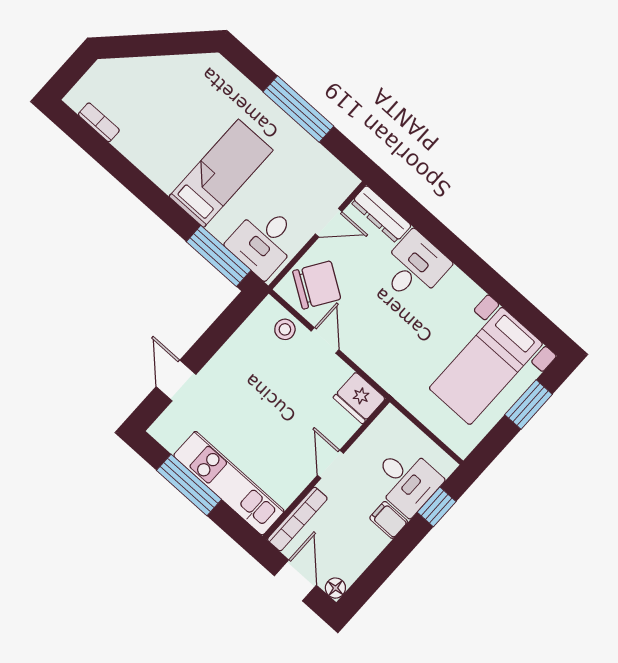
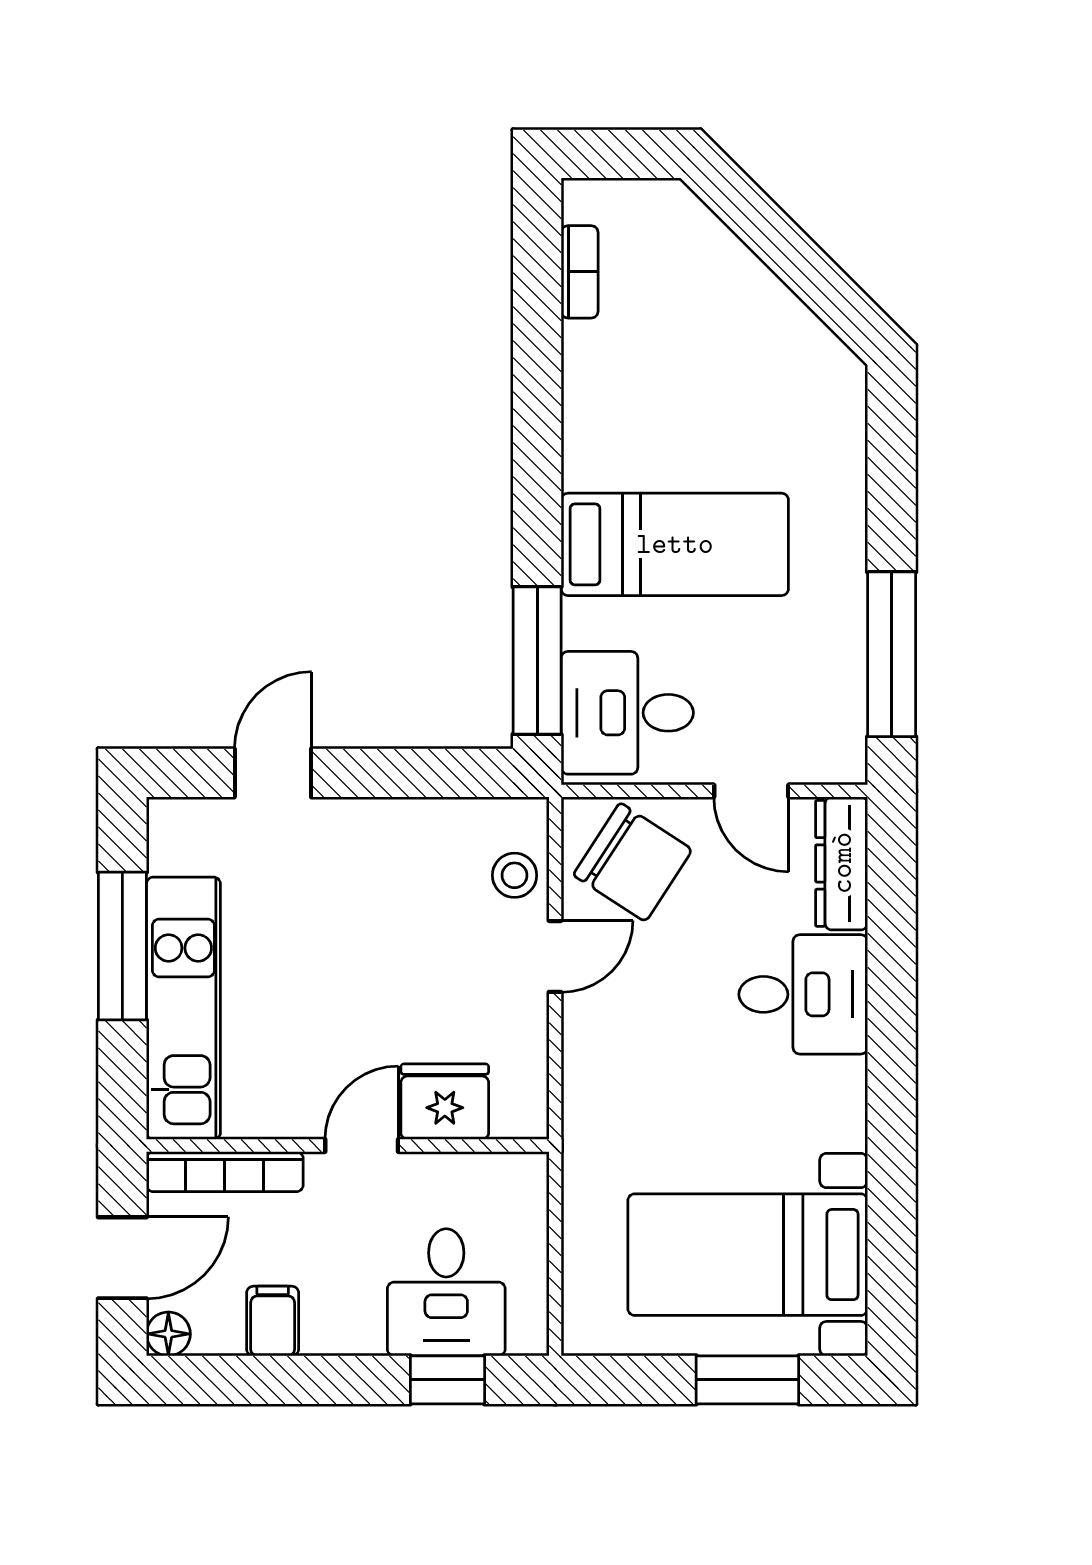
window: (298, 109) -> (892, 654), moved
fridge: (359, 398) -> (445, 1102), moved, turned 90
filing cabinet: (389, 520) -> (273, 1321), moved

